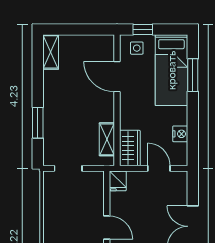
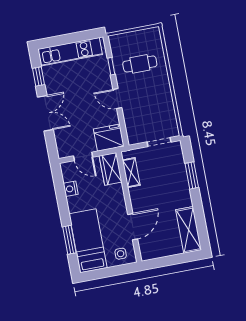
window: (143, 29) -> (119, 270), removed
shelving: (51, 52) -> (189, 230), width x1.50, depth x1.33
door: (117, 77) -> (133, 227), hinge flipped
fridge: (118, 181) -> (109, 138), width x1.88, depth x1.34

